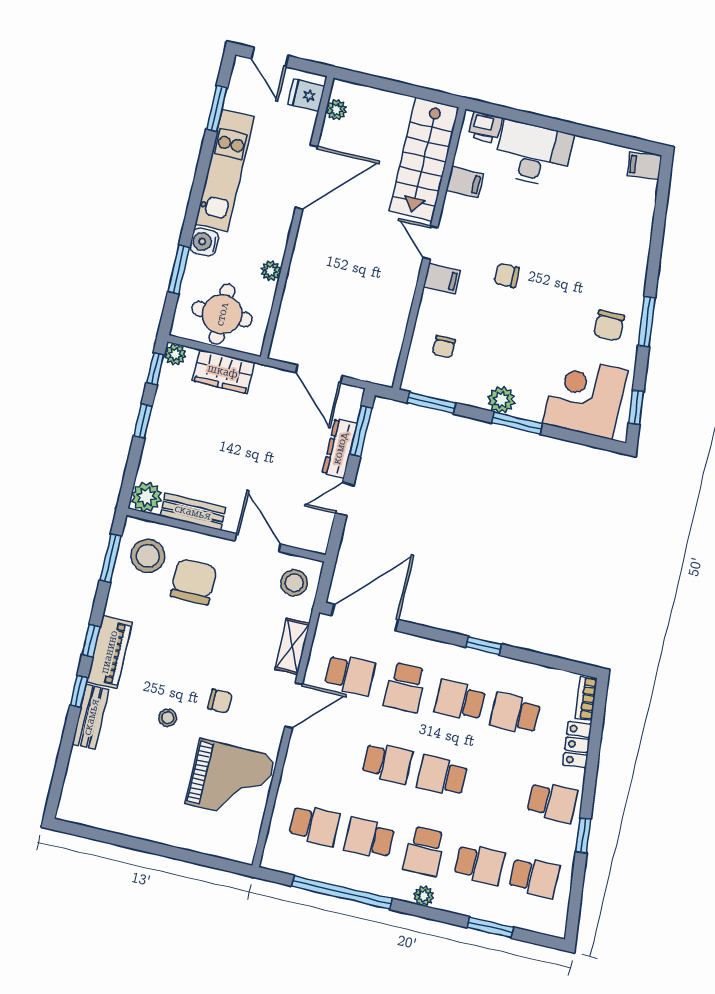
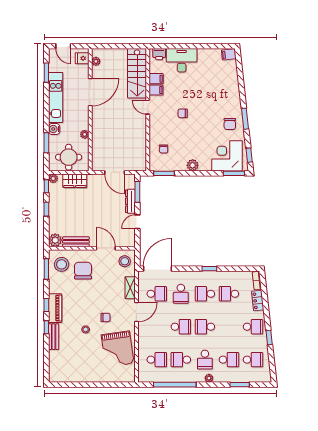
filing cabinet: (442, 279) -> (156, 90), moved
window: (517, 423) -> (234, 173), moved
grand piano: (230, 780) -> (118, 349), turned 82

